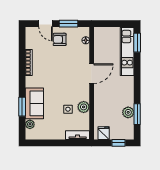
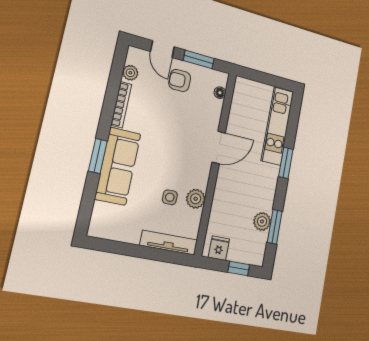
window: (137, 43) -> (286, 163), moved
sofa: (34, 103) -> (118, 166), width x1.36
window: (22, 107) -> (98, 156), moved
plant: (30, 124) -> (130, 73), moved
tv unit: (78, 135) -> (169, 243), width x1.41

